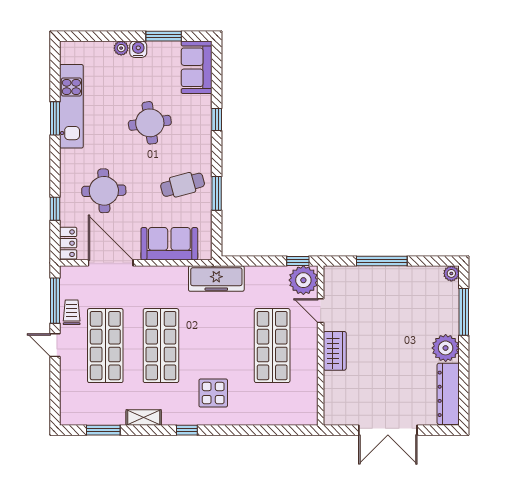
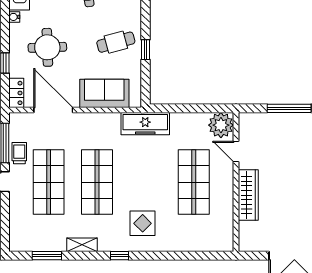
water cooler: (66, 156) -> (14, 17), added
window: (217, 193) -> (145, 50), width x0.67
window: (298, 261) -> (216, 108), removed
wardrobe: (335, 351) -> (248, 195), width x1.50

